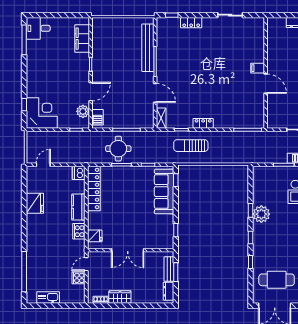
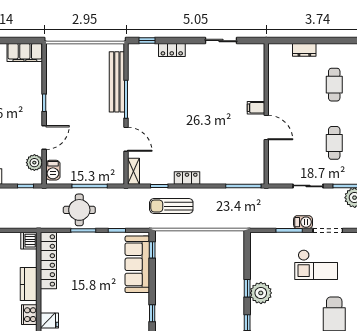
filing cabinet: (82, 39) -> (25, 52), moved, turned -90

